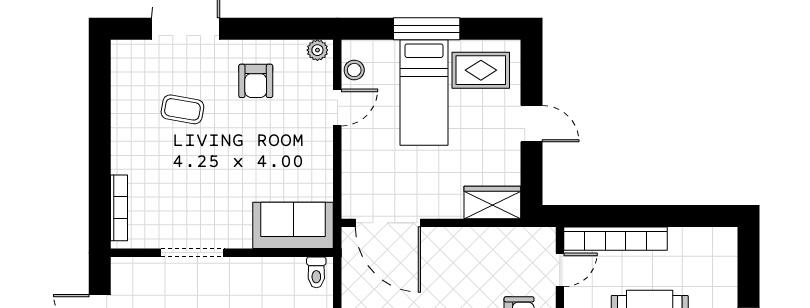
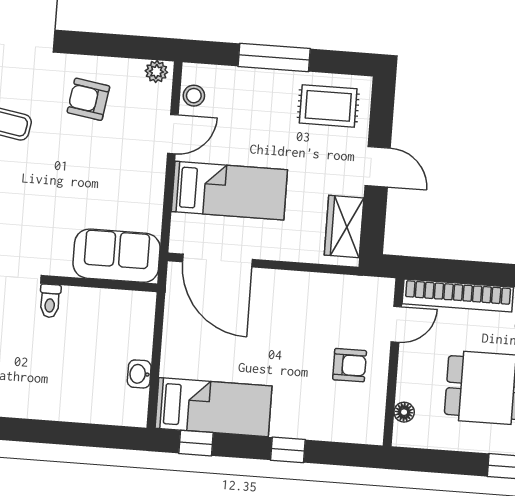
armchair: (256, 81) -> (88, 99), turned 99
bed: (424, 92) -> (229, 191), moved, turned -90
wardrobe: (492, 202) -> (344, 227), moved, turned -90
toilet: (316, 272) -> (50, 301), moved

